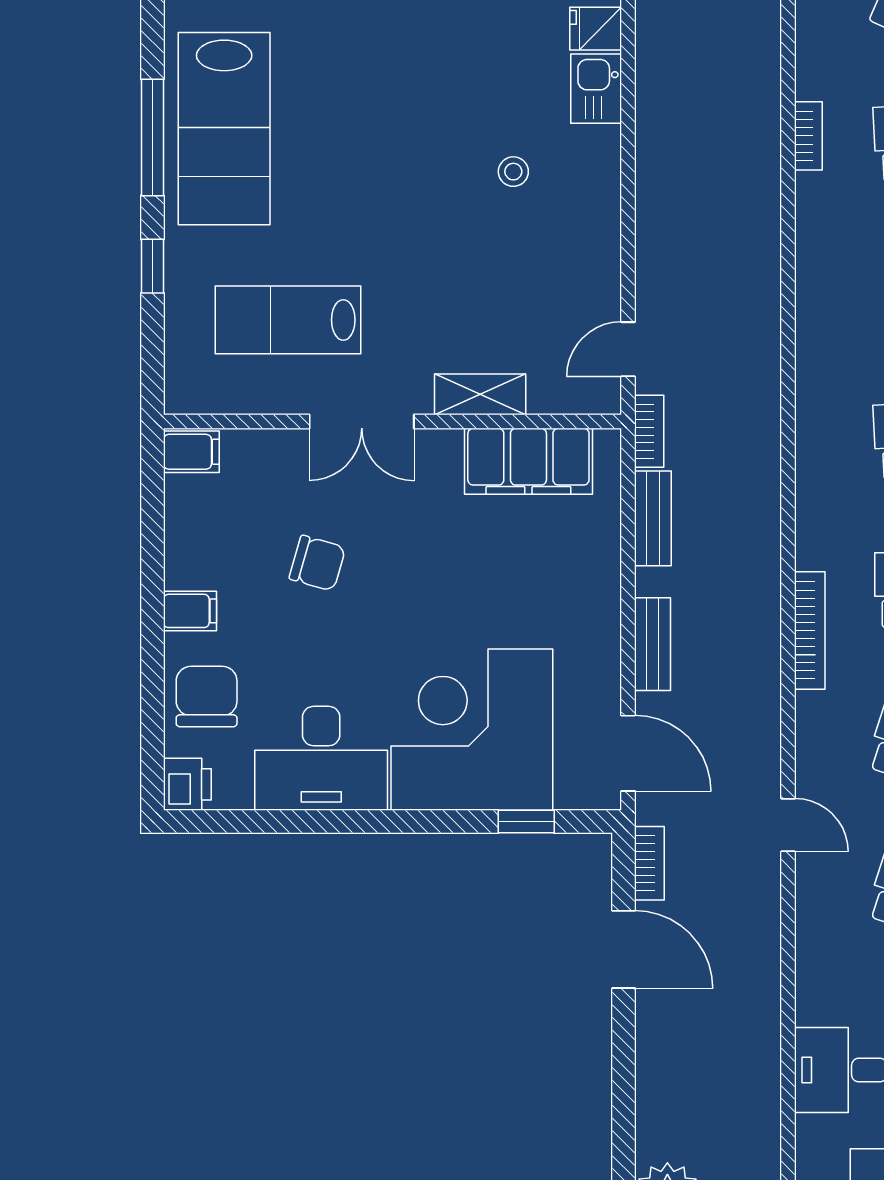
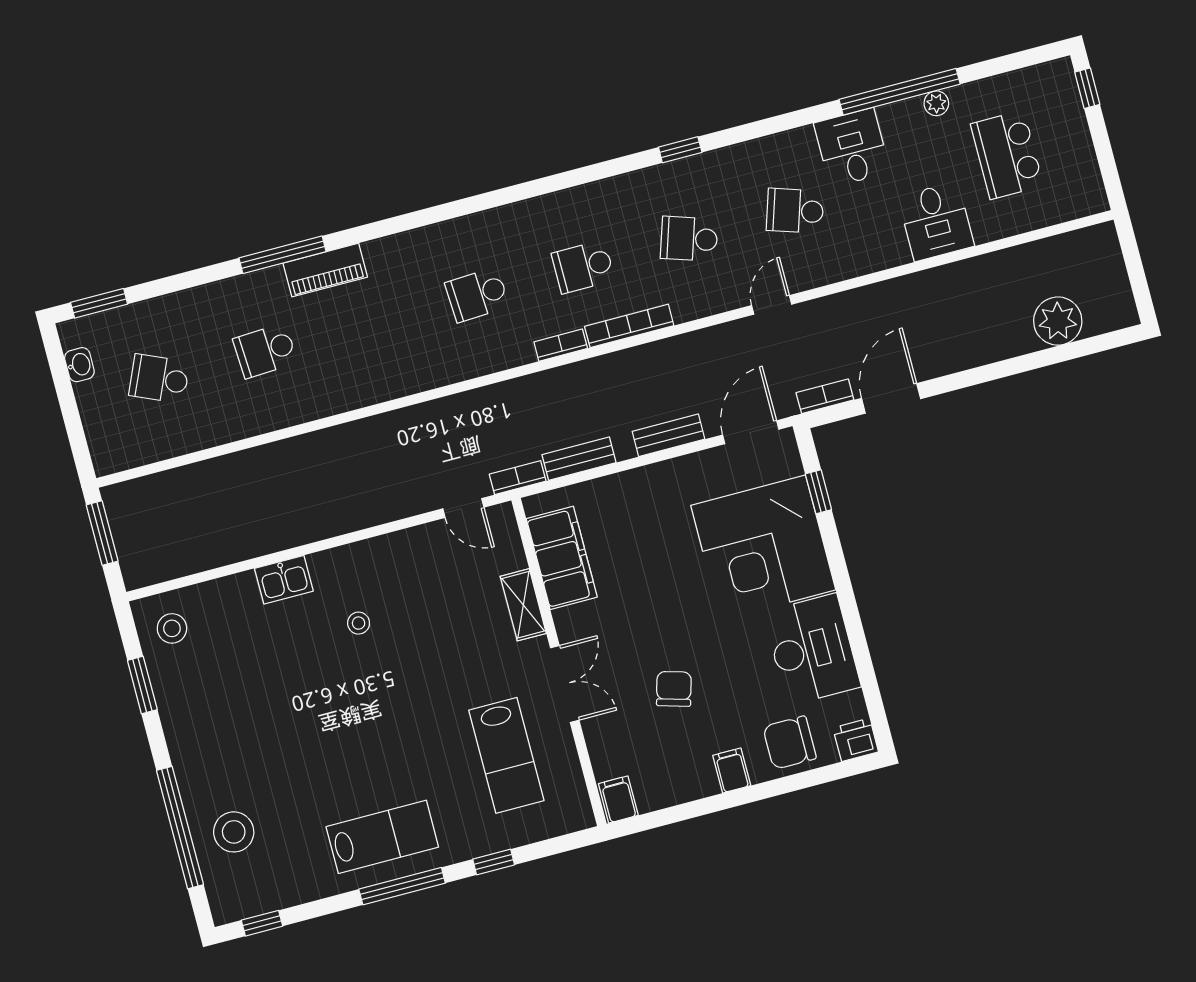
fridge: (596, 29) -> (241, 591), removed
lab bench: (224, 129) -> (382, 837), width x0.73, depth x0.72
bookcase: (808, 136) -> (561, 345), moved

